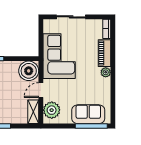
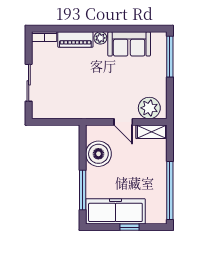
corner sofa: (59, 56) -> (79, 98), removed
boiler: (29, 71) -> (98, 154), moved
sofa: (88, 114) -> (129, 44), moved, turned -90

